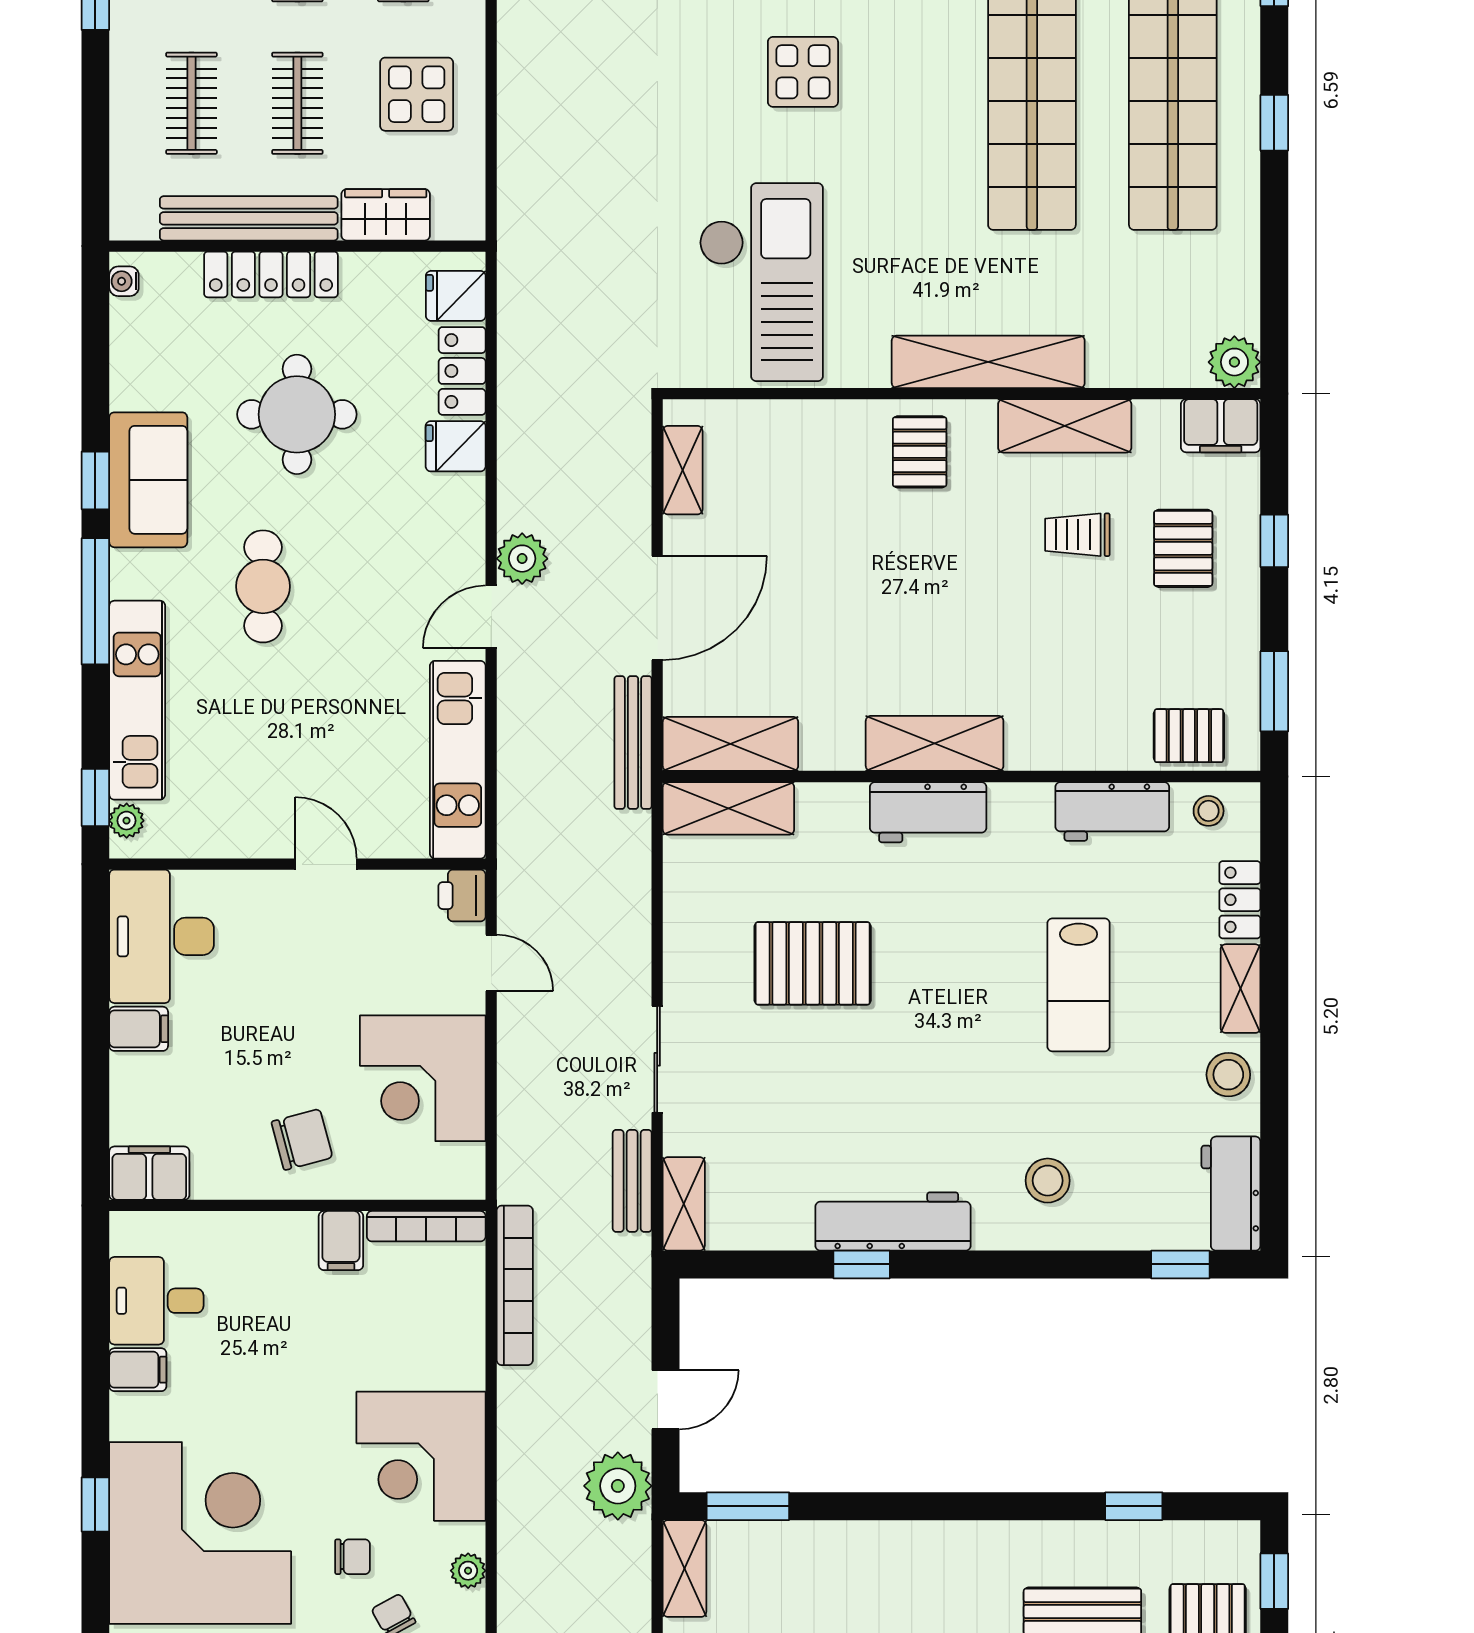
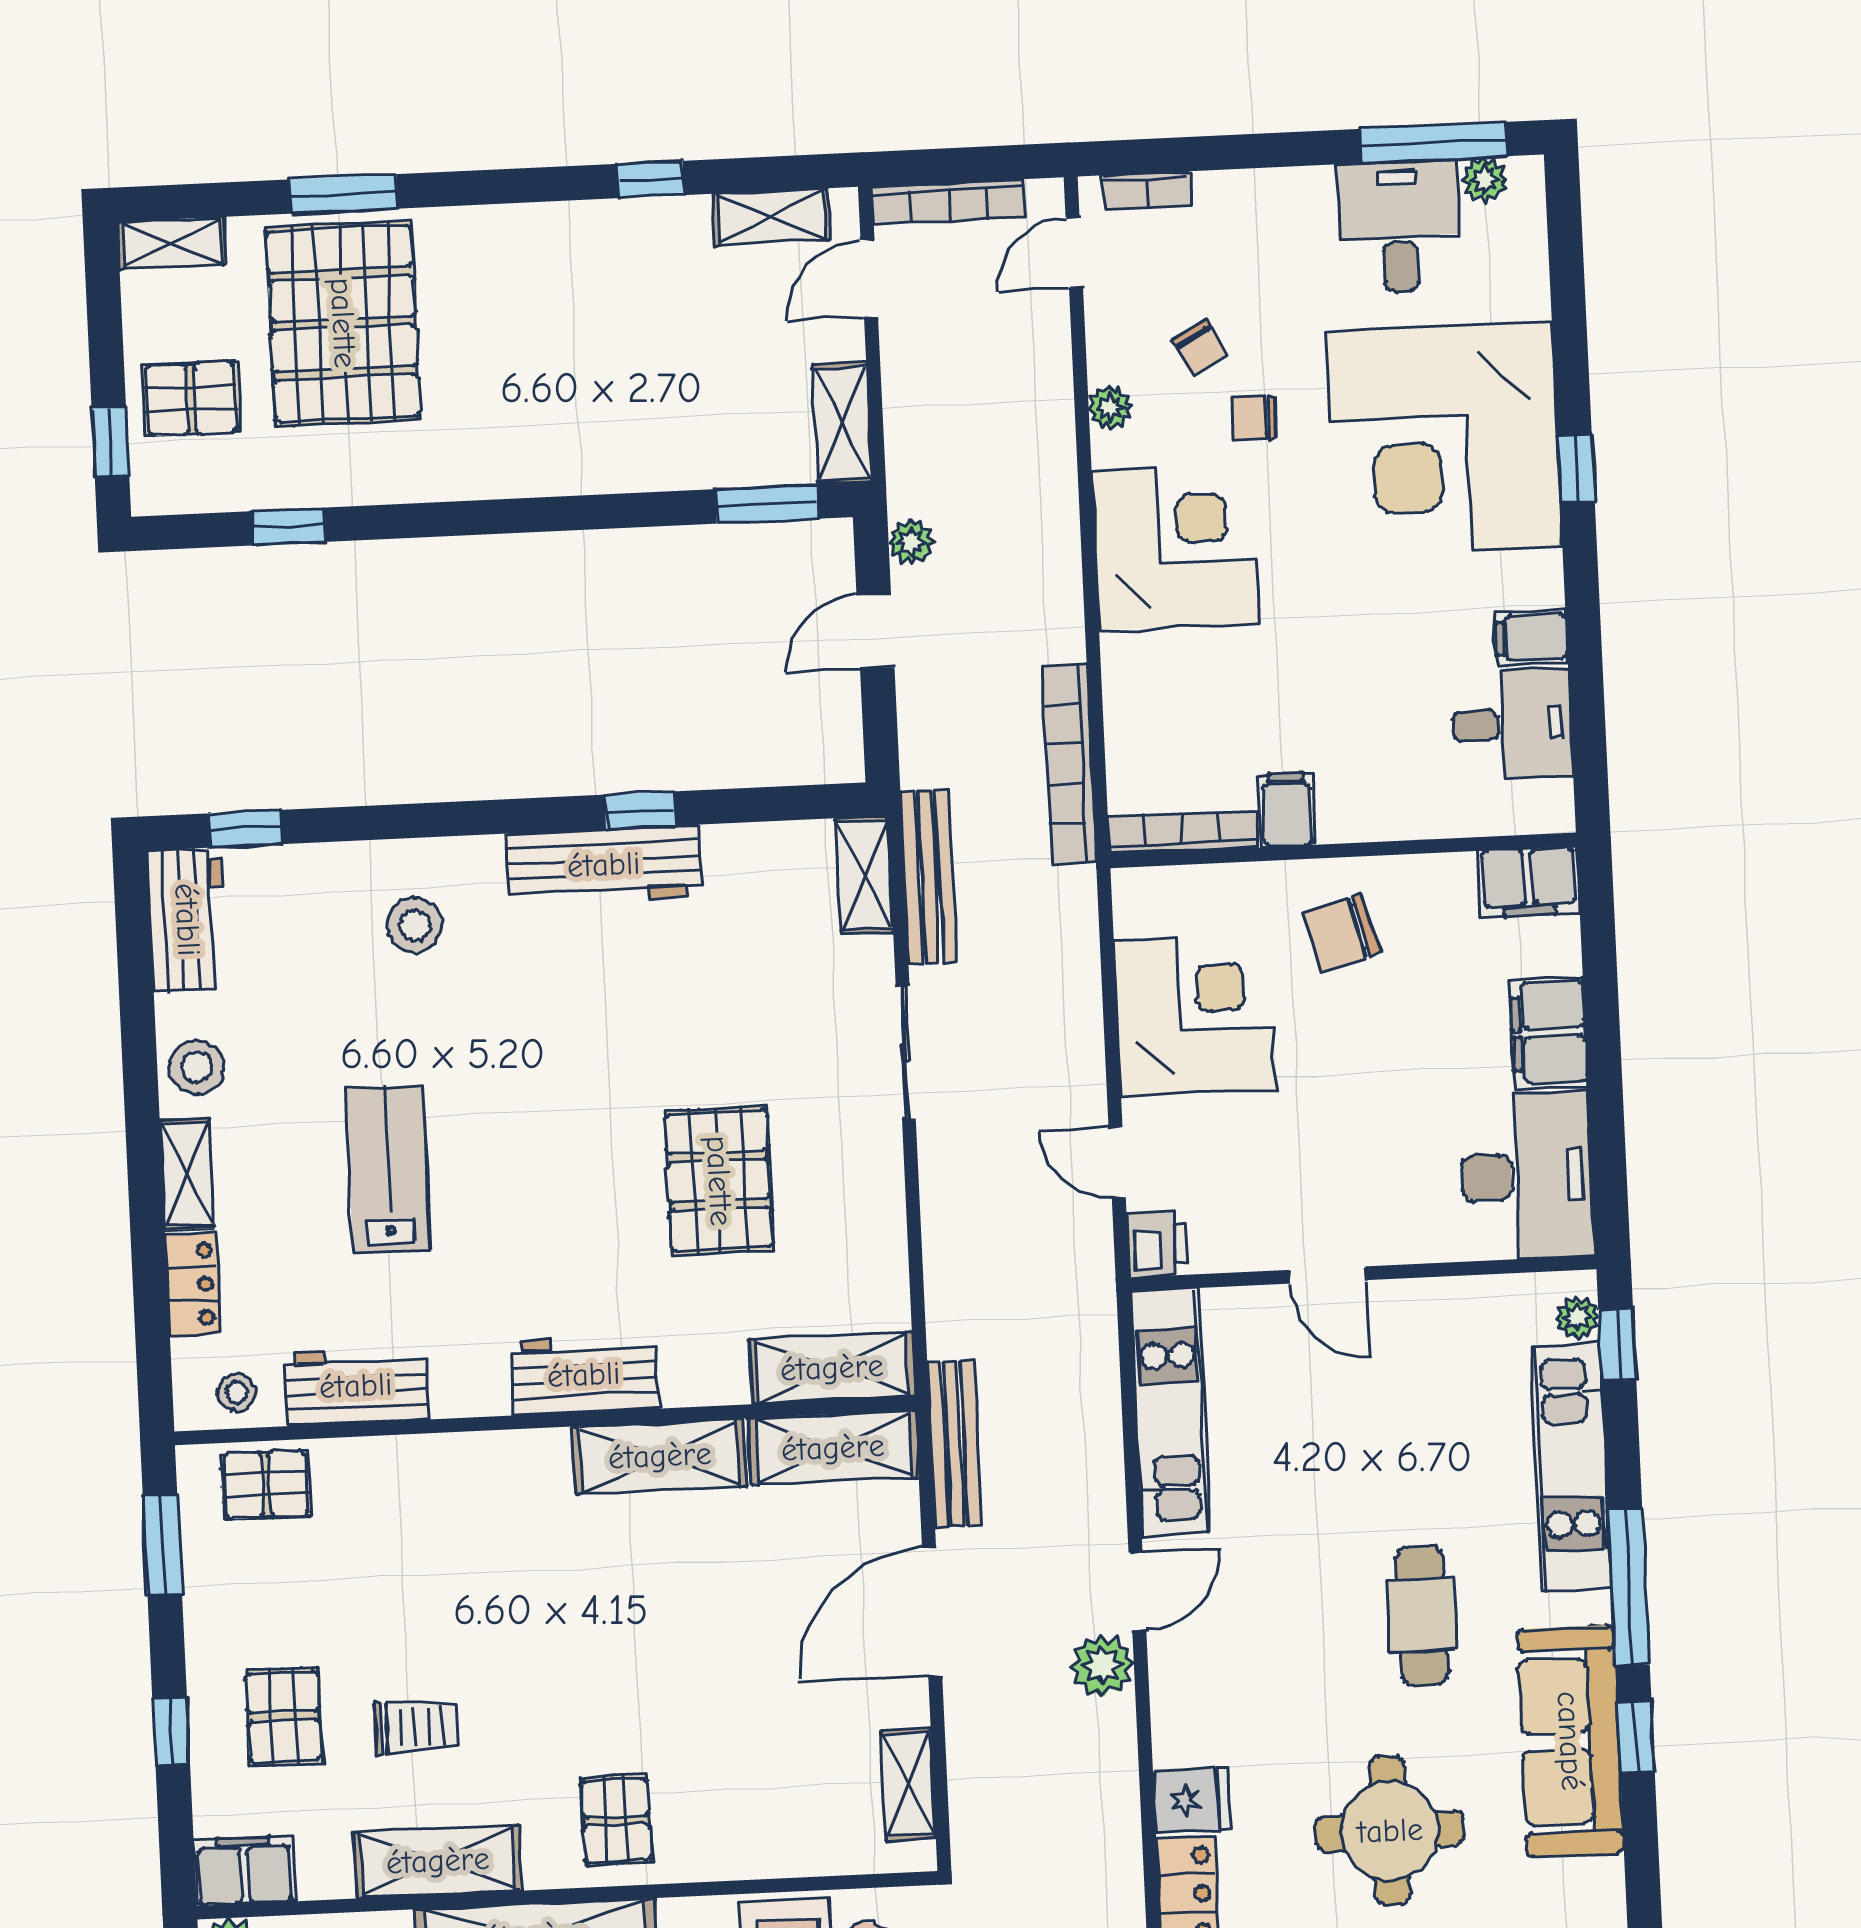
sofa: (148, 480) -> (1570, 1741), width x1.36
shelving: (935, 743) -> (660, 1456), moved
pallet: (813, 963) -> (719, 1181), turned 90
filing cabinet: (139, 1029) -> (1549, 1033), width x2.00
bench: (632, 1181) -> (929, 877), width x1.36
plant: (618, 1486) -> (911, 542), width x0.53, depth x0.53

